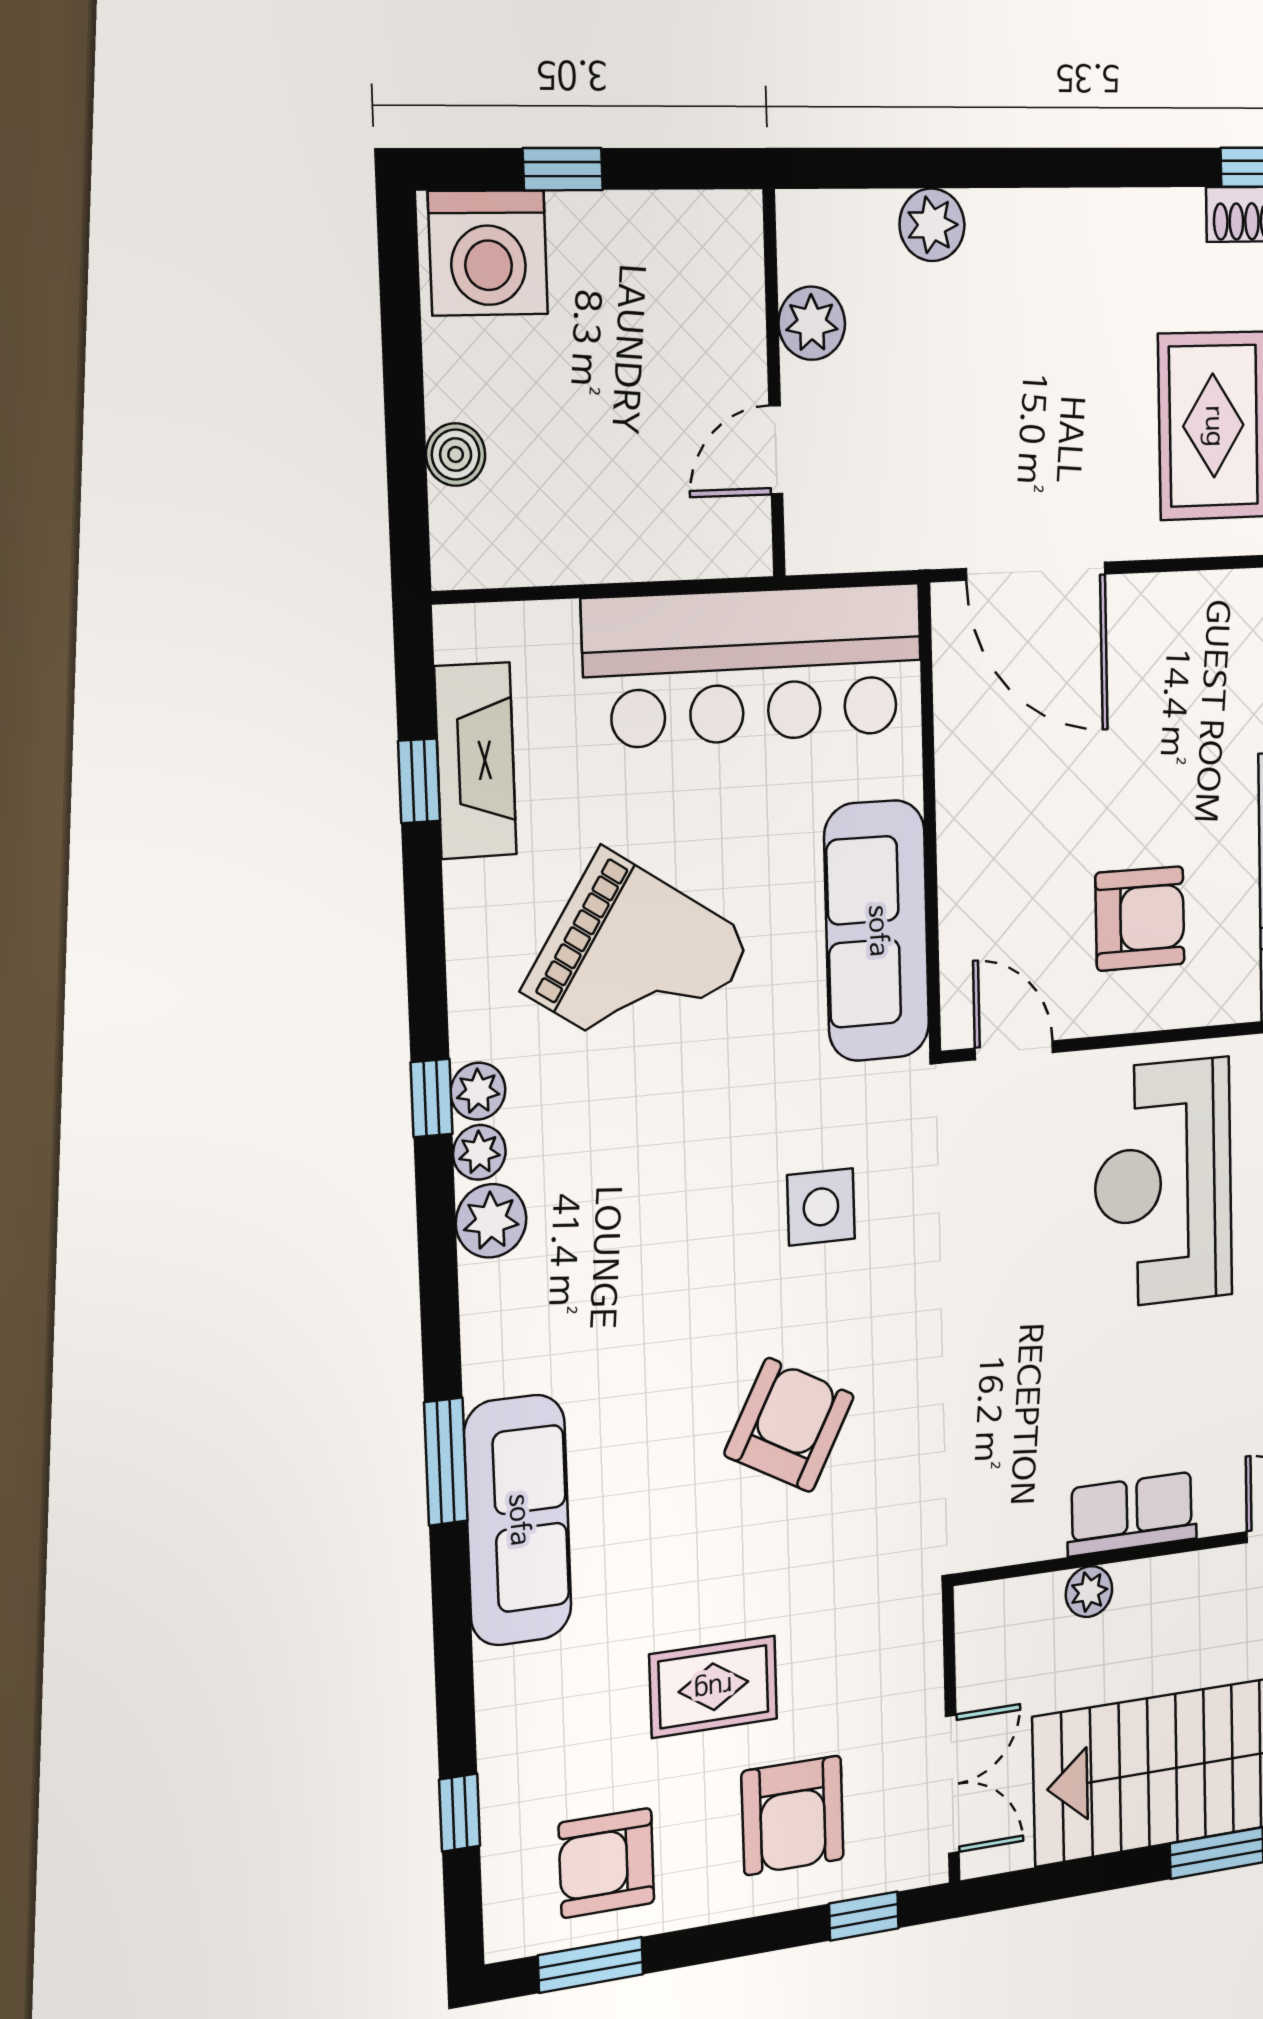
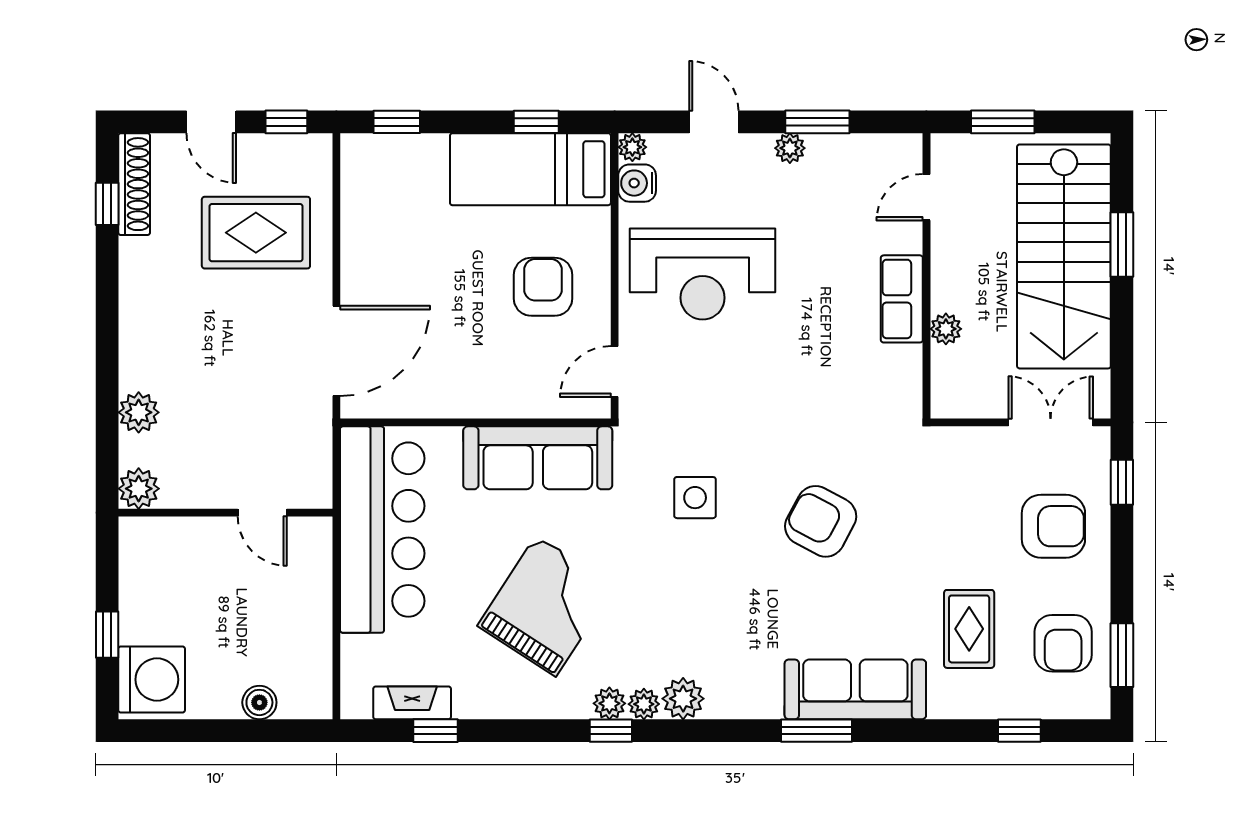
plant: (812, 323) -> (139, 489), moved
fireplace: (476, 761) -> (412, 703), width x0.73, depth x0.76
rug: (713, 1687) -> (969, 629), moved

